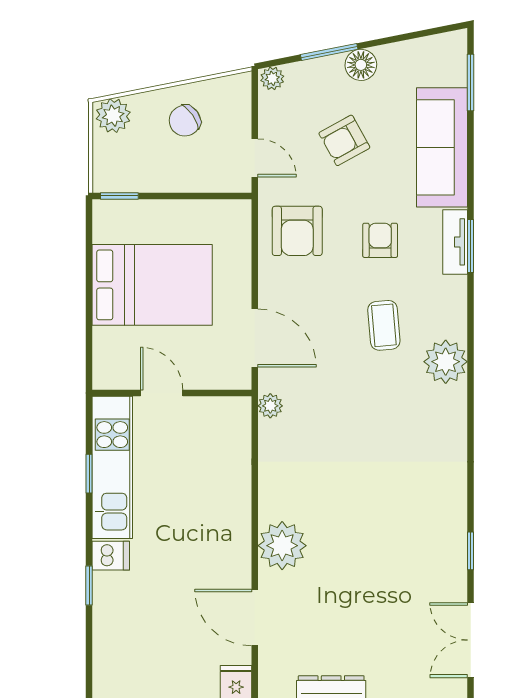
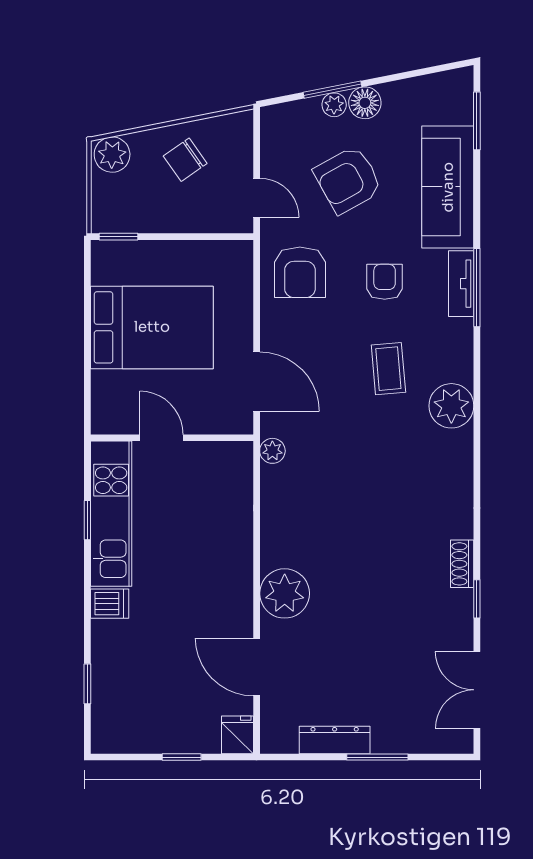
plant: (272, 78) -> (334, 105), moved
armchair: (344, 140) -> (348, 180), width x1.38, depth x1.38
window: (471, 246) -> (477, 288), width x1.44
shoe rack: (456, 517) -> (462, 564), added
window: (89, 585) -> (87, 684), moved

